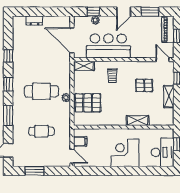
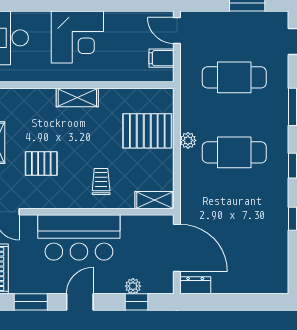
dresser: (34, 20) -> (195, 285), moved
bar counter: (108, 46) -> (79, 237), moved
shelving: (138, 121) -> (77, 97), moved
cafe table: (41, 131) -> (234, 77), width x1.37, depth x1.35

